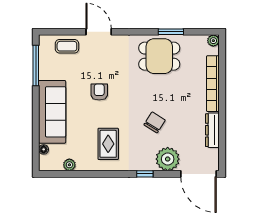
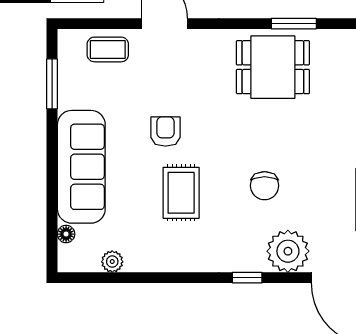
window: (36, 65) -> (52, 84), width x0.69
chair: (155, 122) -> (265, 186), turned 148
rug: (108, 144) -> (181, 193), moved

